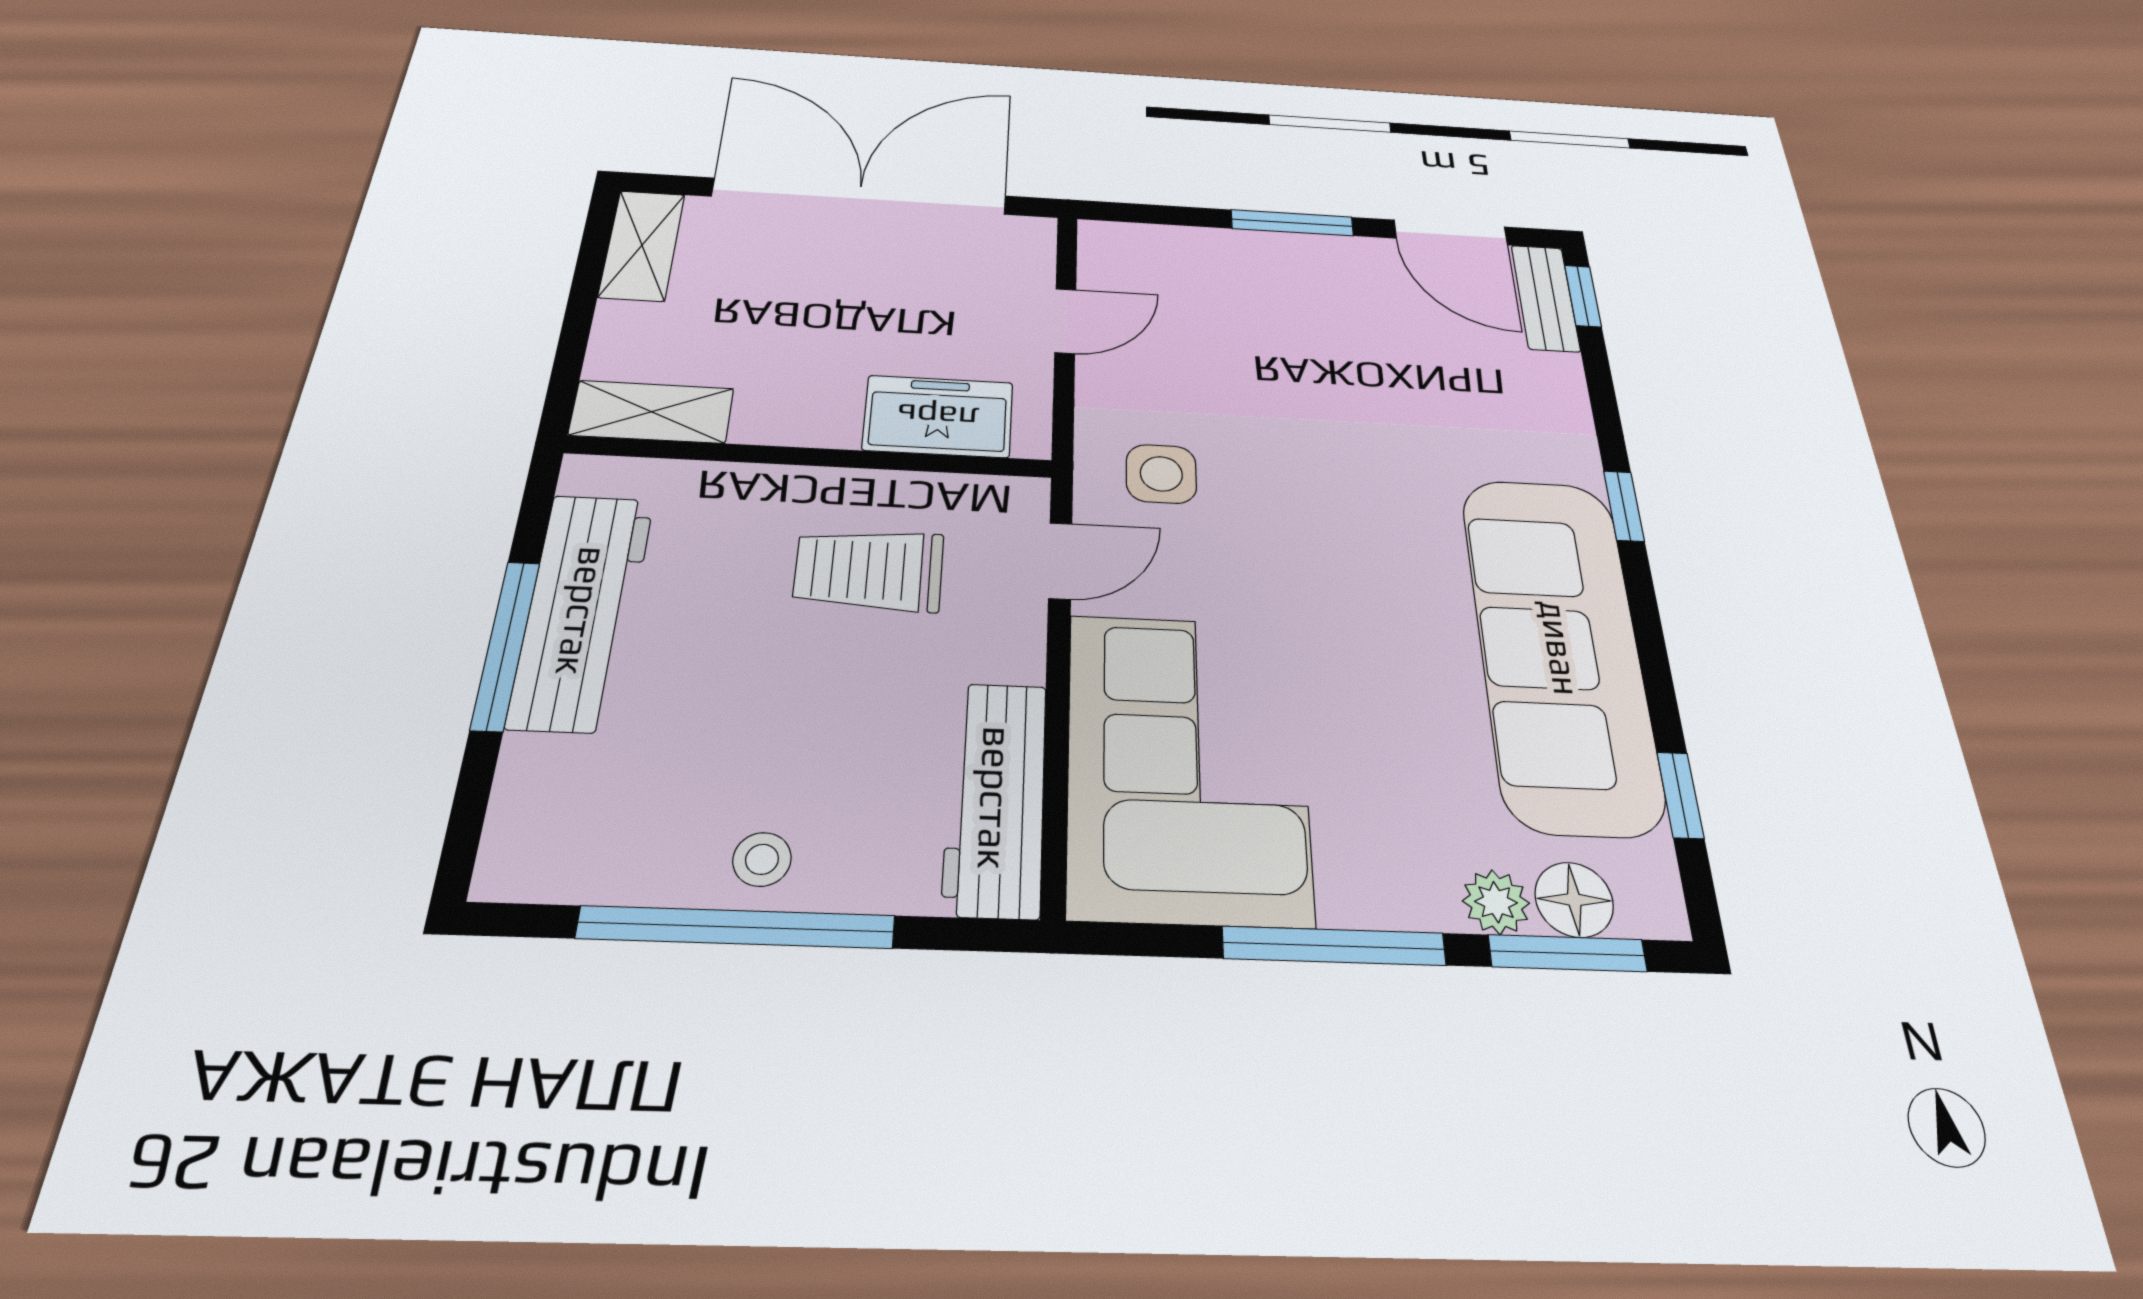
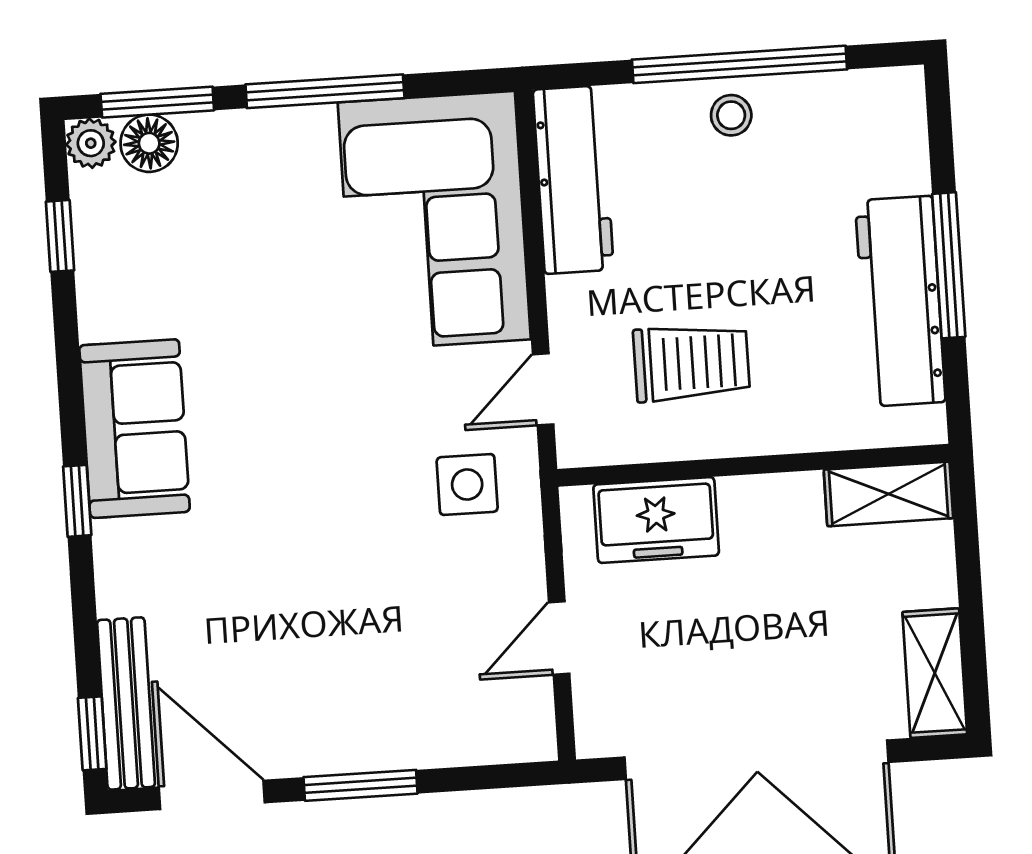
bench: (1545, 298) -> (126, 703), width x1.36
sofa: (1560, 649) -> (135, 429), width x0.54, depth x0.79
plant: (1496, 902) -> (91, 143), moved

